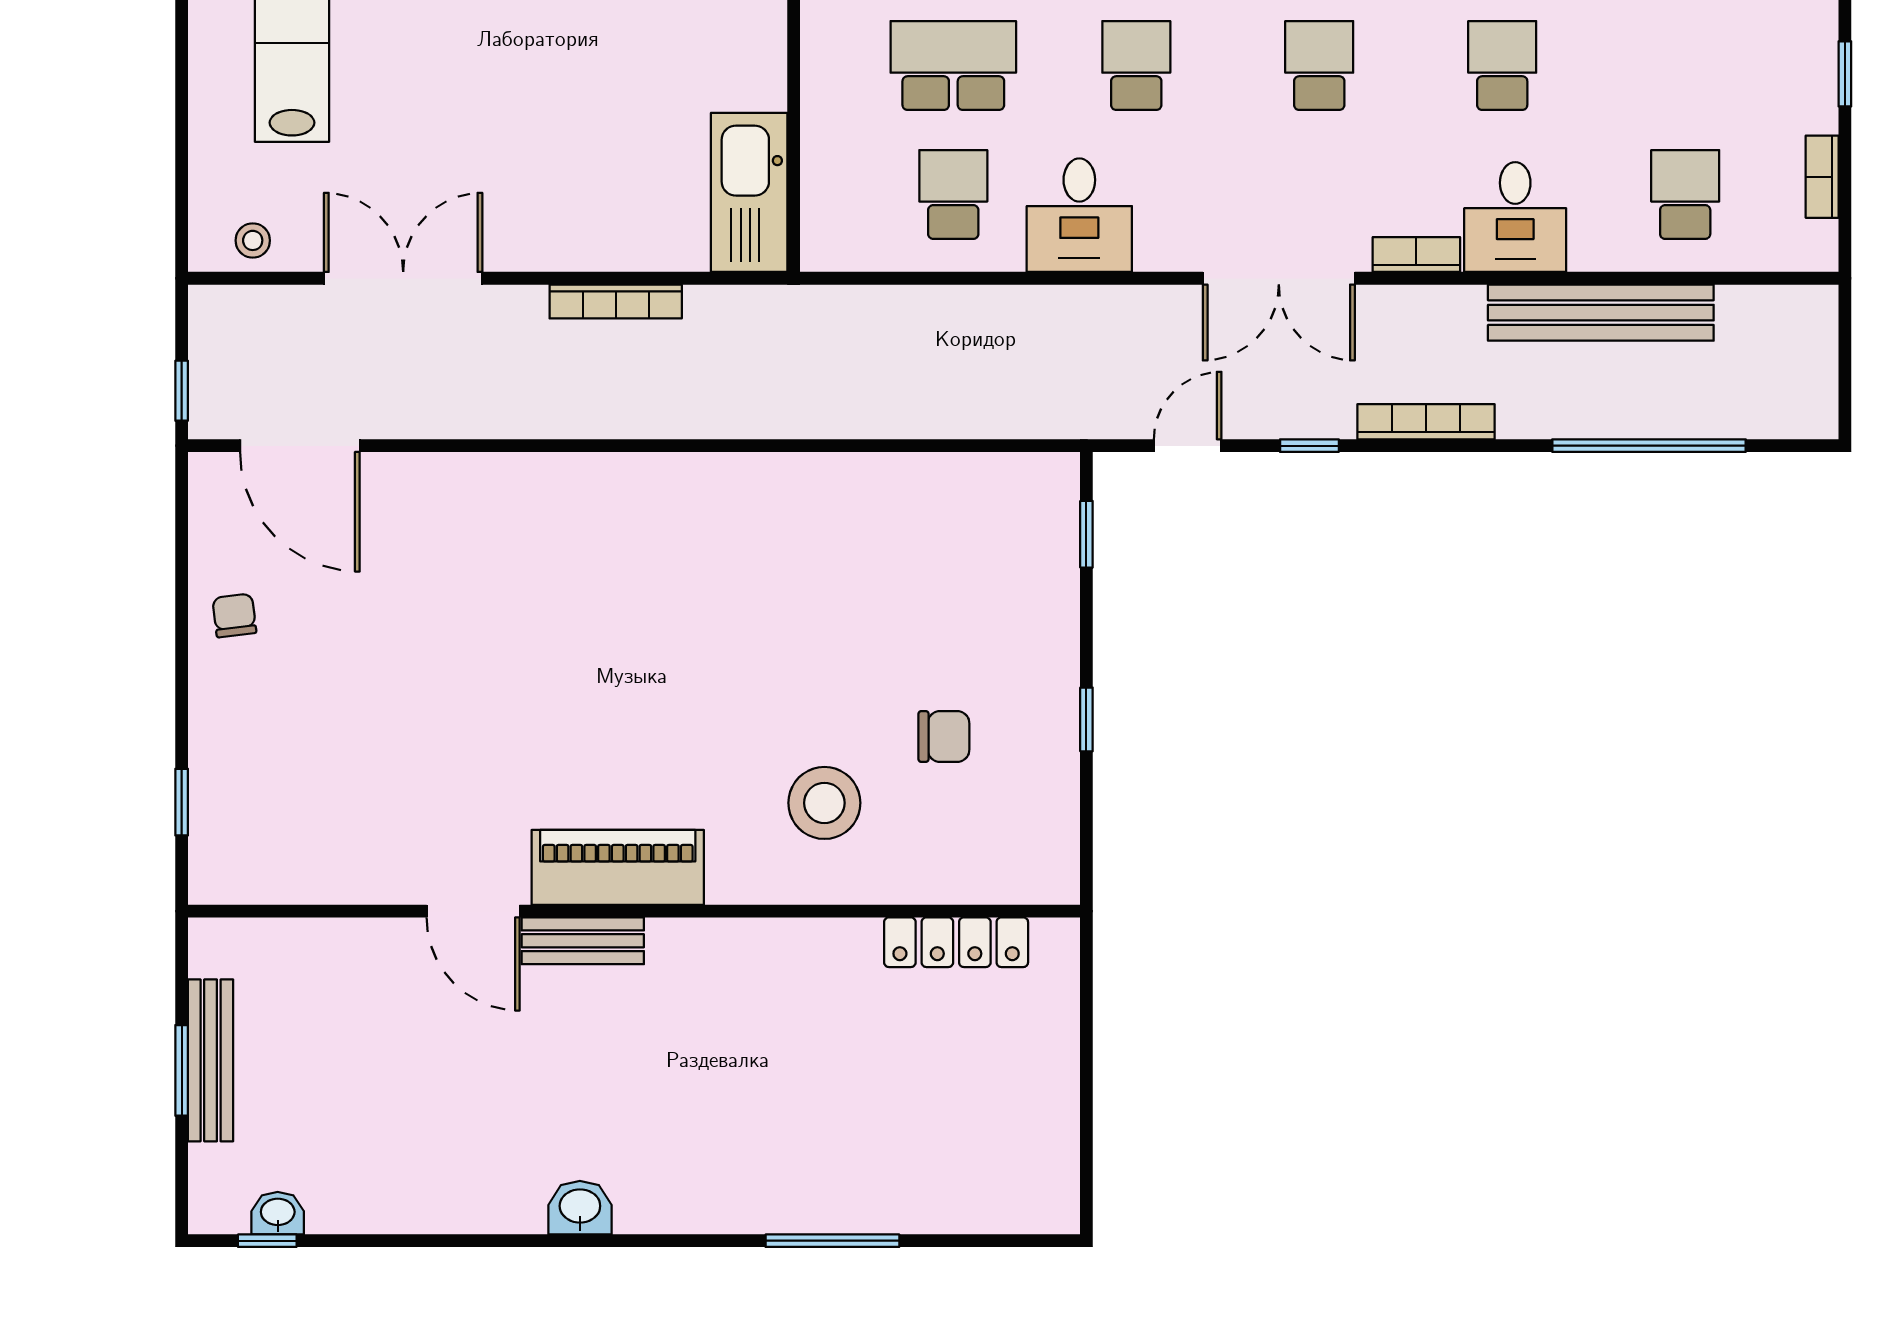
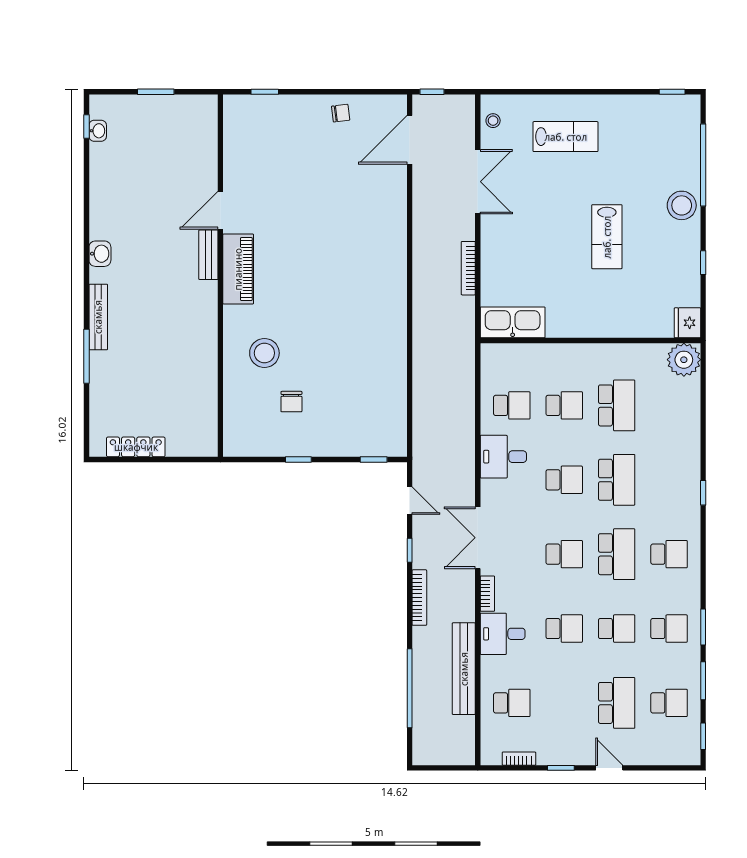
school desk: (953, 66) -> (564, 405), width x0.54
locker: (956, 942) -> (136, 447), moved, turned 90
bench: (211, 1060) -> (98, 317), moved, turned 90

